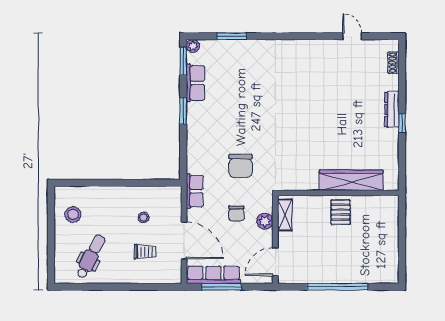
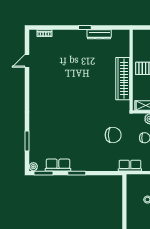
dresser: (392, 109) -> (99, 34), moved
wardrobe: (351, 180) -> (123, 79), moved

